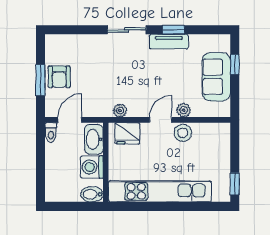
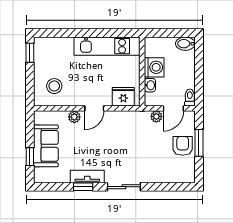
plant: (120, 111) -> (156, 116), moved
stool: (183, 133) -> (54, 86), moved
washbasin: (94, 139) -> (150, 85), width x0.52, depth x0.69
kitchen unit: (160, 191) -> (107, 46), width x0.73
bidet: (92, 194) -> (185, 44), moved, turned 180

